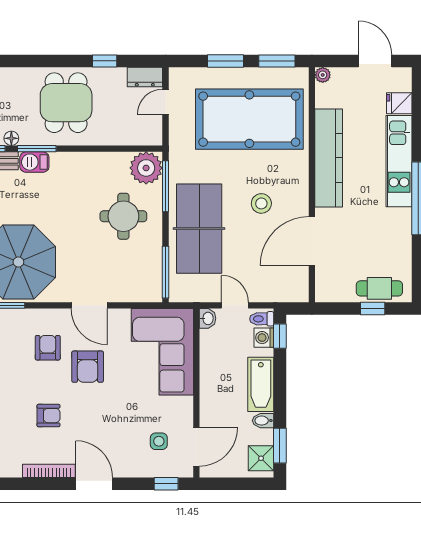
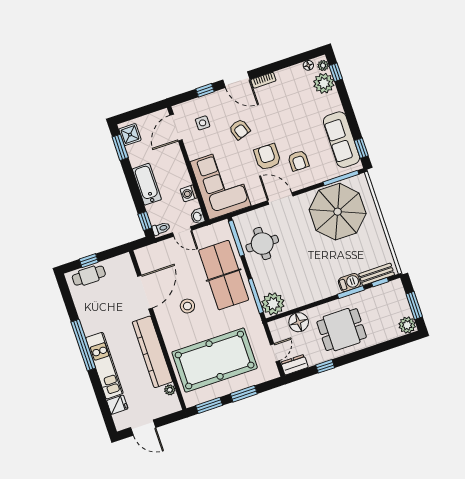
plant: (323, 75) -> (170, 390), moved
dining table: (66, 103) -> (342, 330), turned 90
floor lamp: (11, 138) -> (299, 322), moved, width x1.89, depth x1.89
round table: (123, 216) -> (262, 244), moved
washing machine: (264, 338) -> (189, 193), moved, turned 180
armchair: (49, 416) -> (240, 129), moved, turned -109
bidet: (263, 421) -> (137, 160), removed
bookcase: (49, 471) -> (263, 80), width x0.64
window: (166, 484) -> (205, 90), moved

